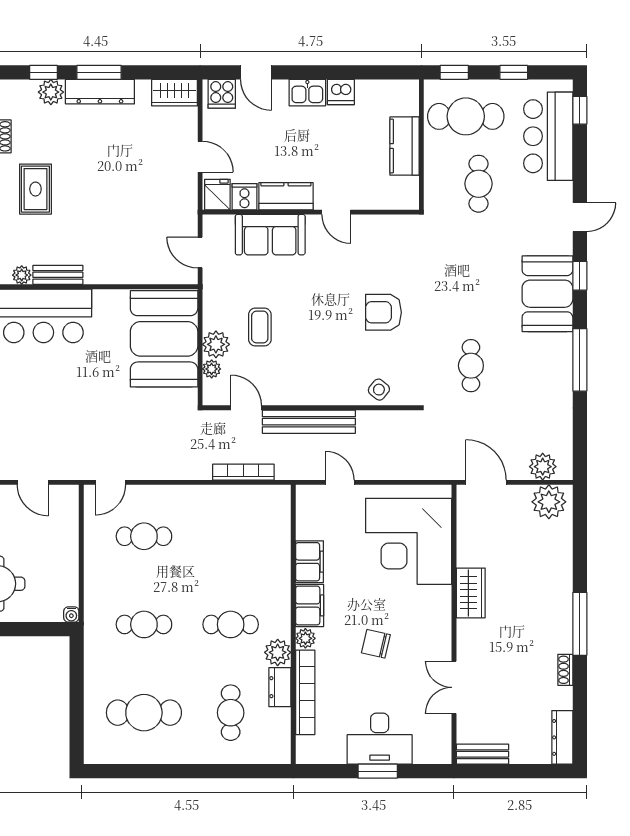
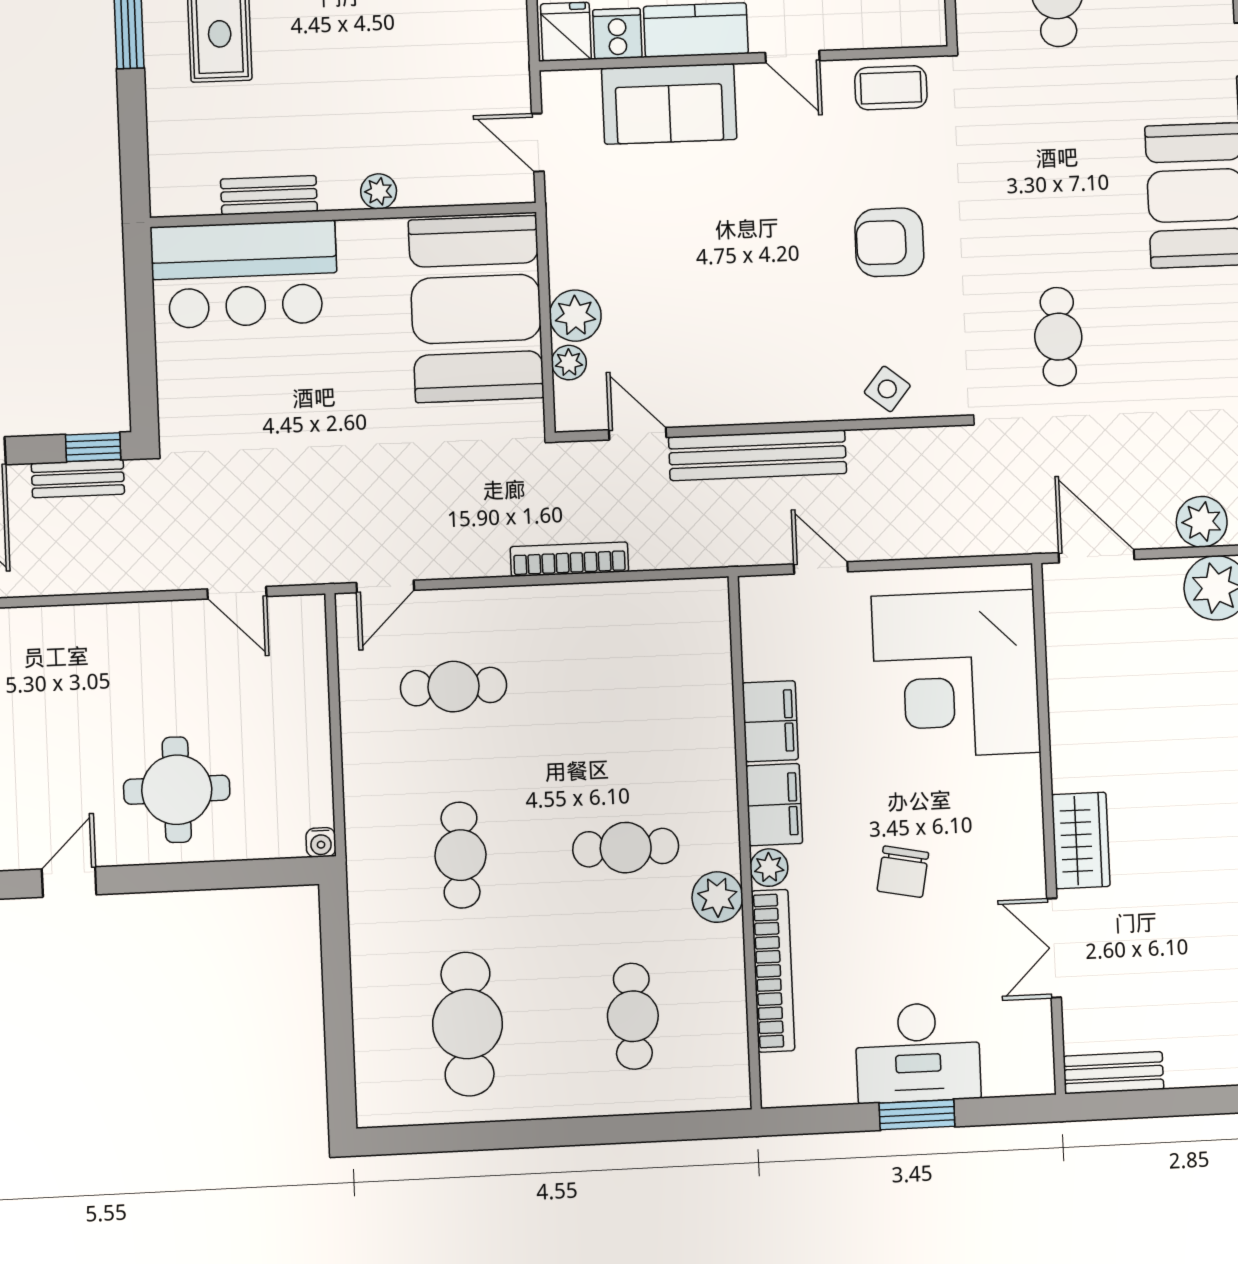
plant: (22, 275) -> (379, 191), moved
coffee table: (260, 327) -> (891, 88), moved, turned 90
bookcase: (243, 472) -> (569, 559), moved
wardrobe: (471, 593) -> (1081, 840), moved
cafe table: (144, 624) -> (461, 855), turned 90
chair: (376, 644) -> (903, 872), turned -92
dresser: (280, 687) -> (725, 963), removed
cafe table: (144, 713) -> (467, 1024), turned 90

